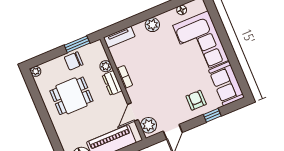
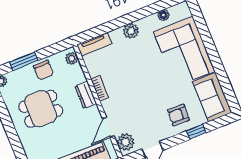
window: (77, 44) -> (24, 61), moved
chair: (74, 61) -> (43, 70), turned -90
plant: (106, 66) -> (72, 58), moved
armchair: (196, 100) -> (178, 115), turned -88

